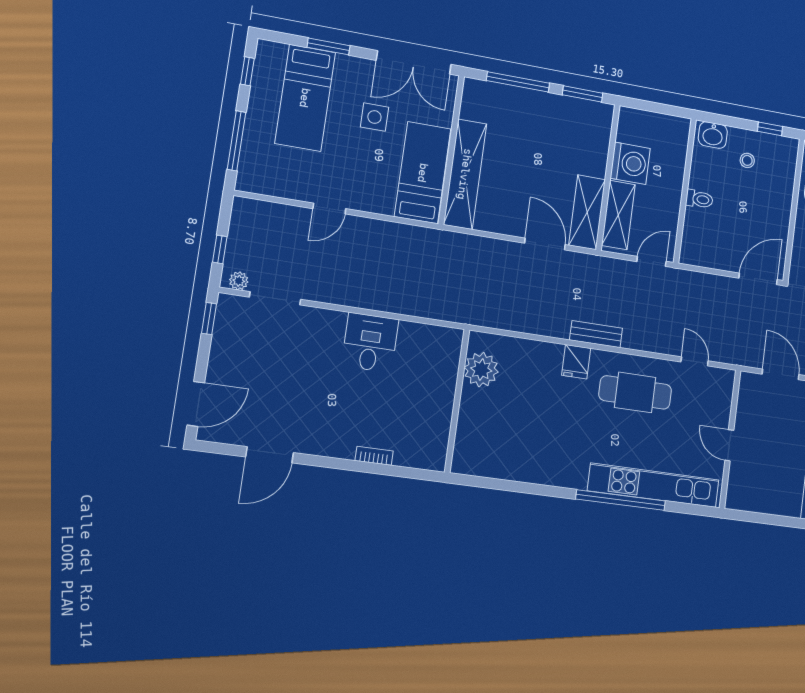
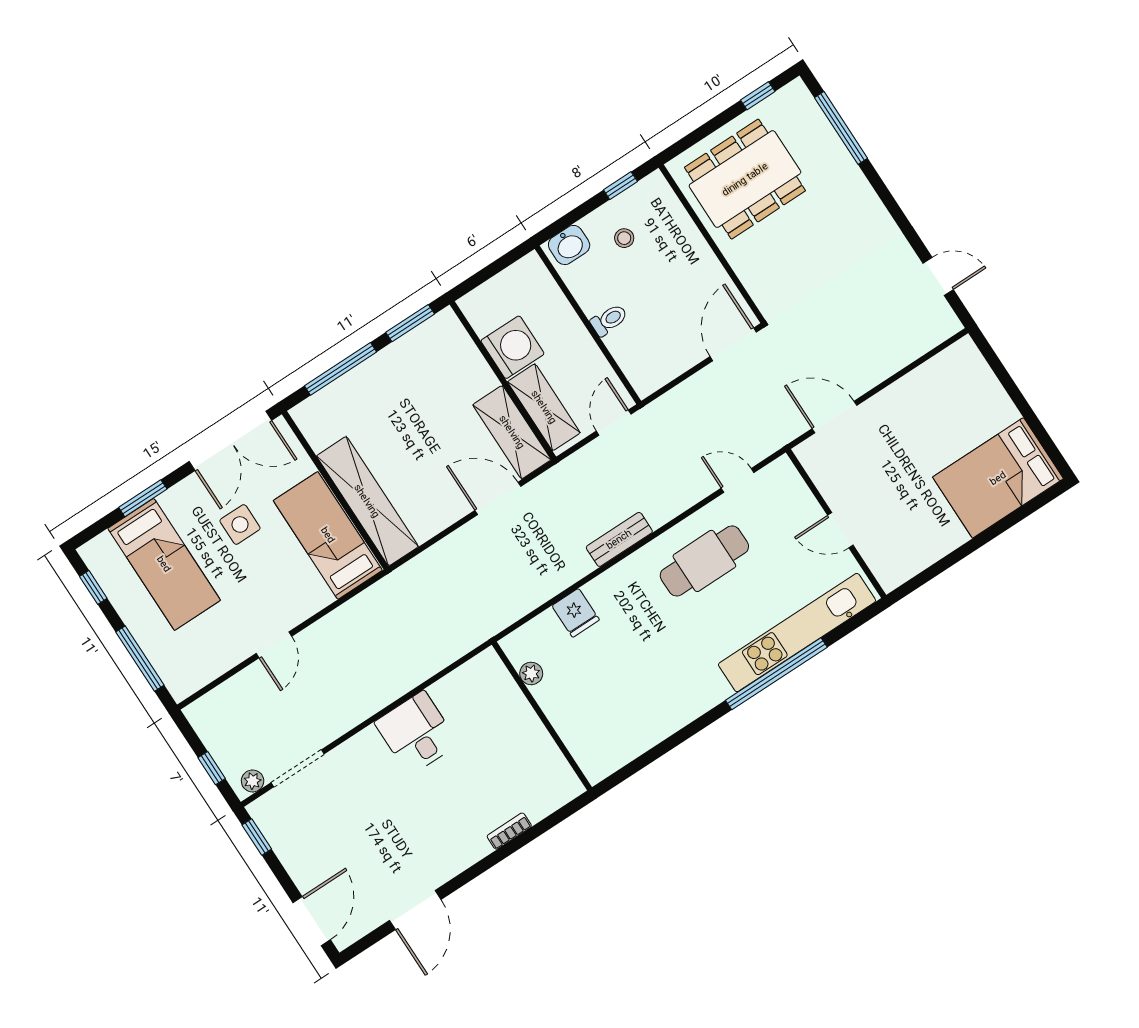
fridge: (576, 362) -> (576, 613), moved
plant: (481, 370) -> (531, 673), width x0.53, depth x0.53

